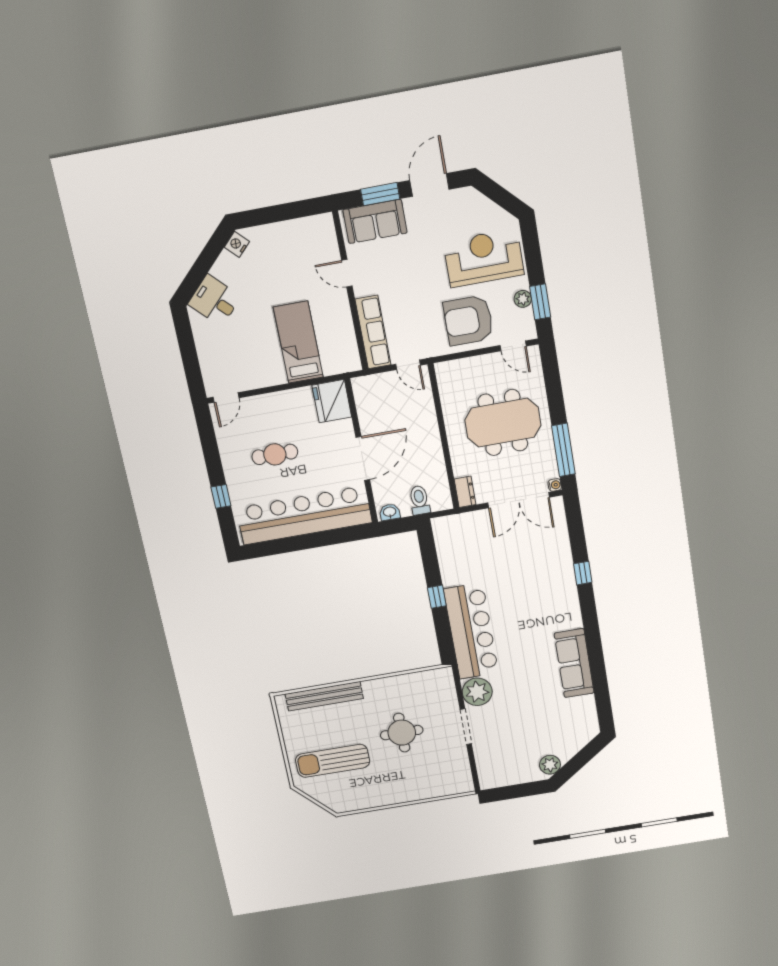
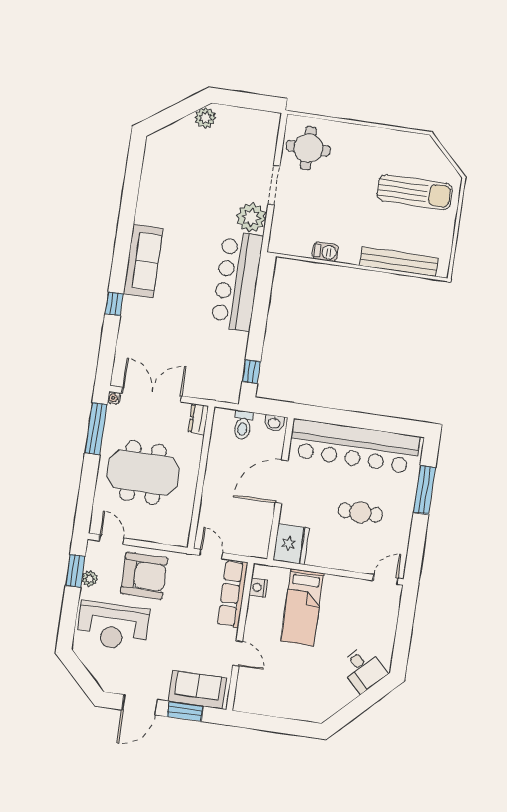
nightstand: (237, 244) -> (258, 588), moved, turned 135
window: (221, 496) -> (424, 490), width x2.17
window: (437, 597) -> (251, 372), moved
sofa: (574, 663) -> (143, 261), moved
barbecue: (397, 683) -> (325, 252), added
round table: (402, 733) -> (308, 148), moved

